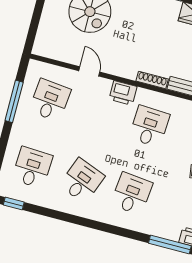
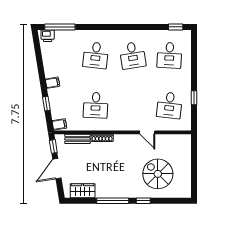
printer: (123, 93) -> (120, 123), removed
window: (14, 101) -> (194, 98), width x0.46
desk: (82, 181) -> (133, 55), turned -30

